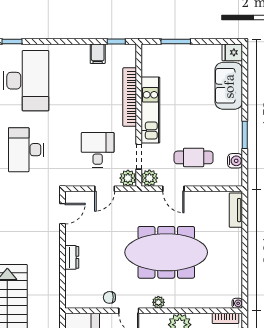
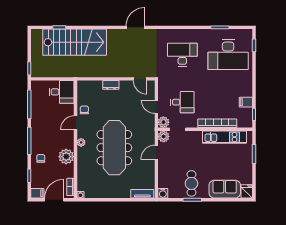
kitchen unit: (150, 110) -> (224, 137), moved
cafe table: (194, 157) -> (191, 183), moved
water cooler: (235, 161) -> (163, 193), moved

